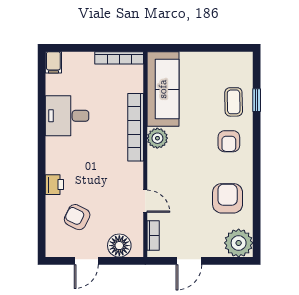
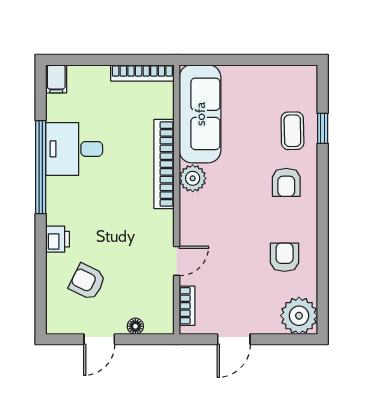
window: (42, 130) -> (41, 167), added
armchair: (228, 198) -> (285, 257), width x0.72, depth x0.72
door: (145, 201) -> (177, 261), hinge flipped
floor lamp: (119, 246) -> (135, 326), width x0.53, depth x0.53

